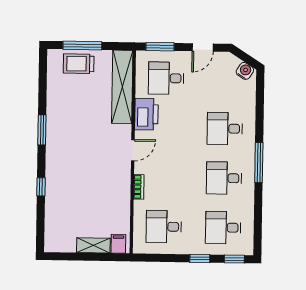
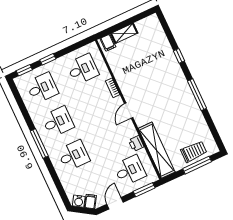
filing cabinet: (231, 64) -> (90, 201), added
printer: (146, 114) -> (136, 143), width x0.53, depth x0.68
window: (42, 130) -> (197, 95), width x1.44

